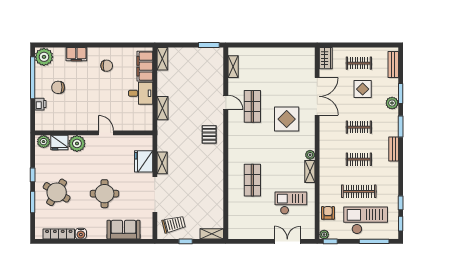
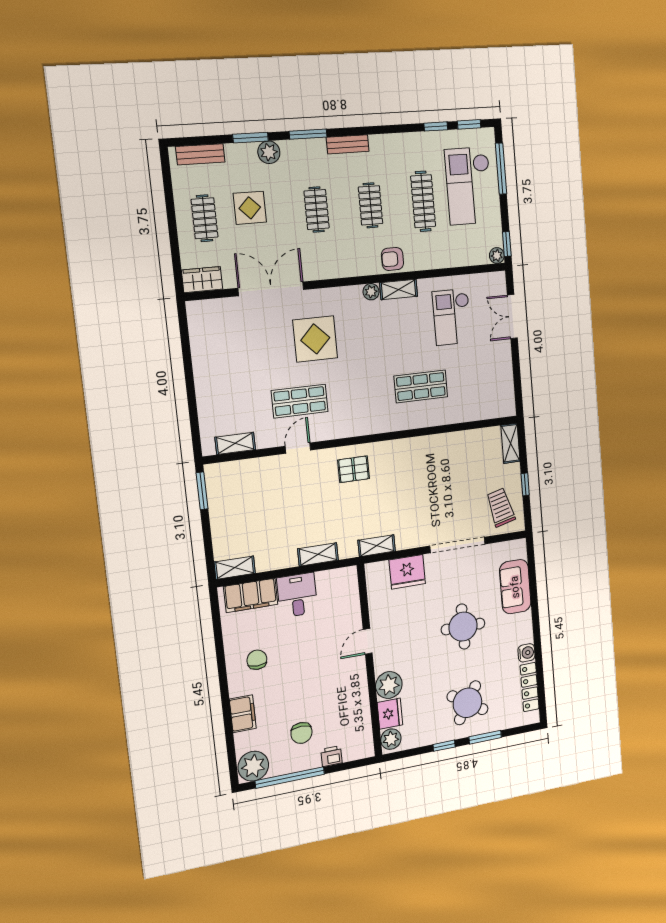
shelving: (162, 163) -> (377, 546), moved
armchair: (328, 213) -> (392, 259), moved

